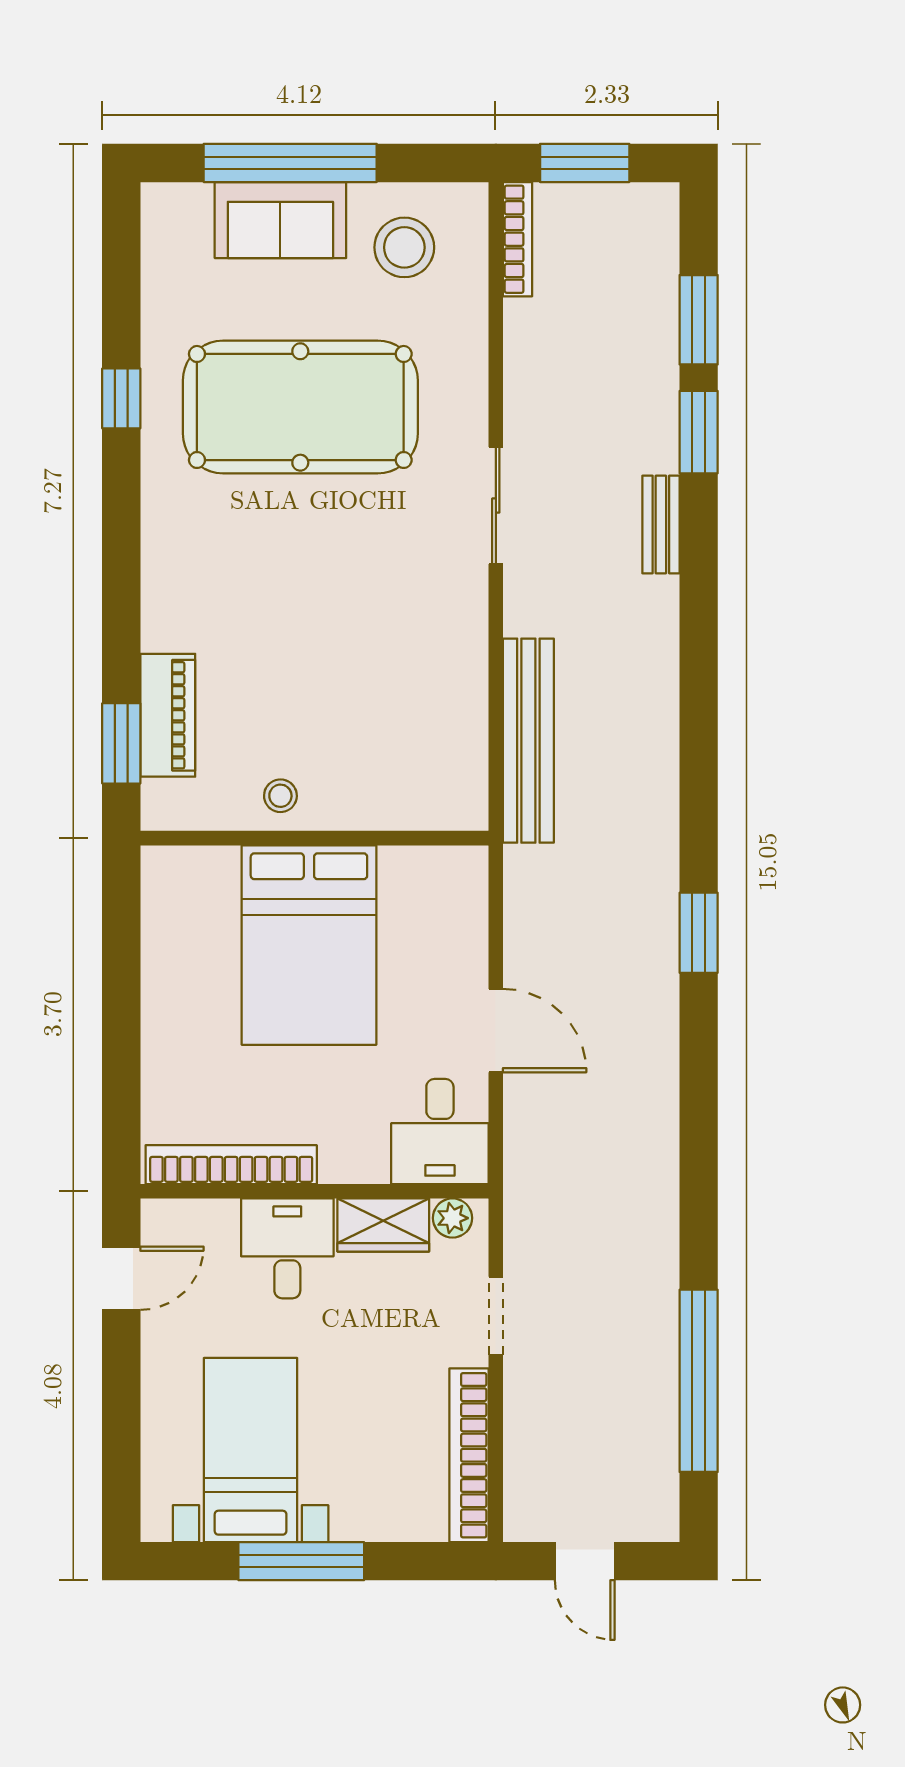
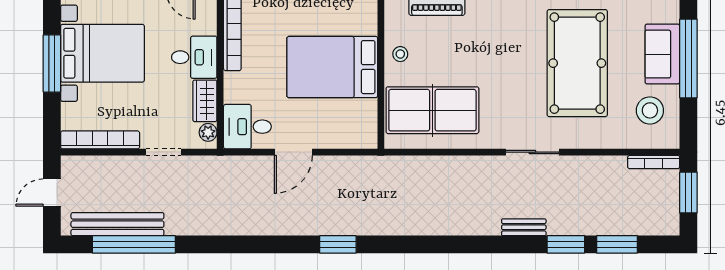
table tennis table: (404, 725) -> (432, 110), added
bench: (528, 741) -> (117, 224), moved
bed with nightstands: (251, 1450) -> (102, 53), width x1.36

